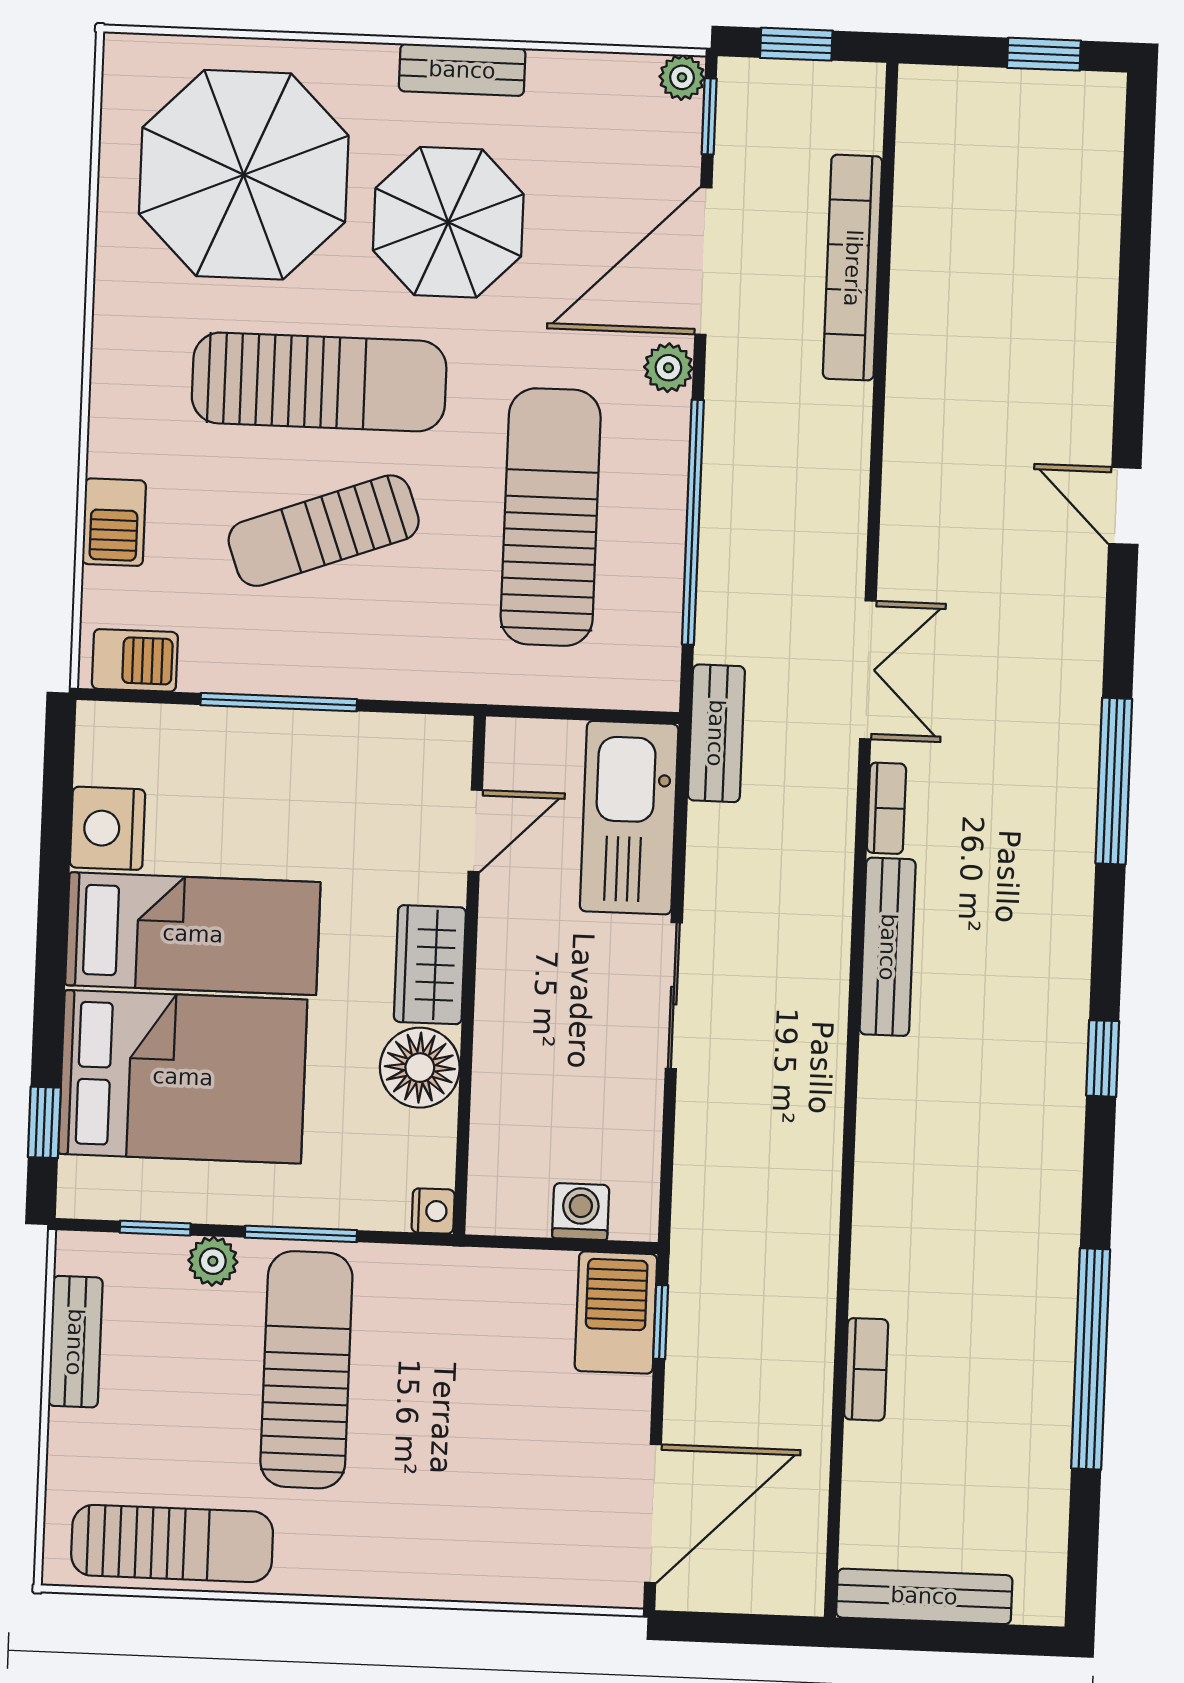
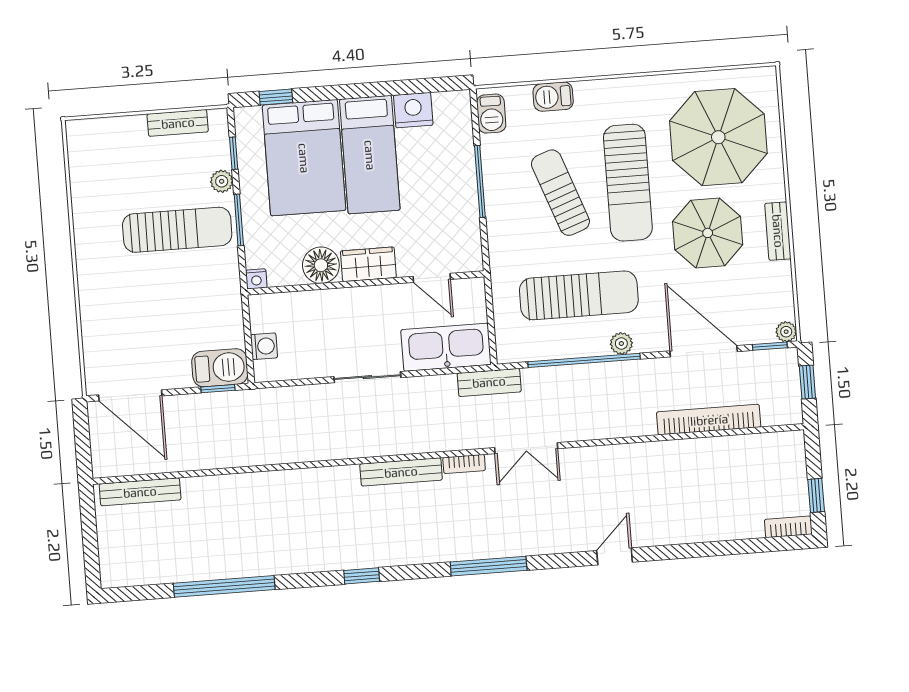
plant: (668, 368) -> (621, 343), moved
bookcase: (866, 1369) -> (788, 527), moved, turned 180
sun lounger: (172, 1544) -> (91, 178), removed
bench: (924, 1596) -> (140, 492), moved, turned 90

